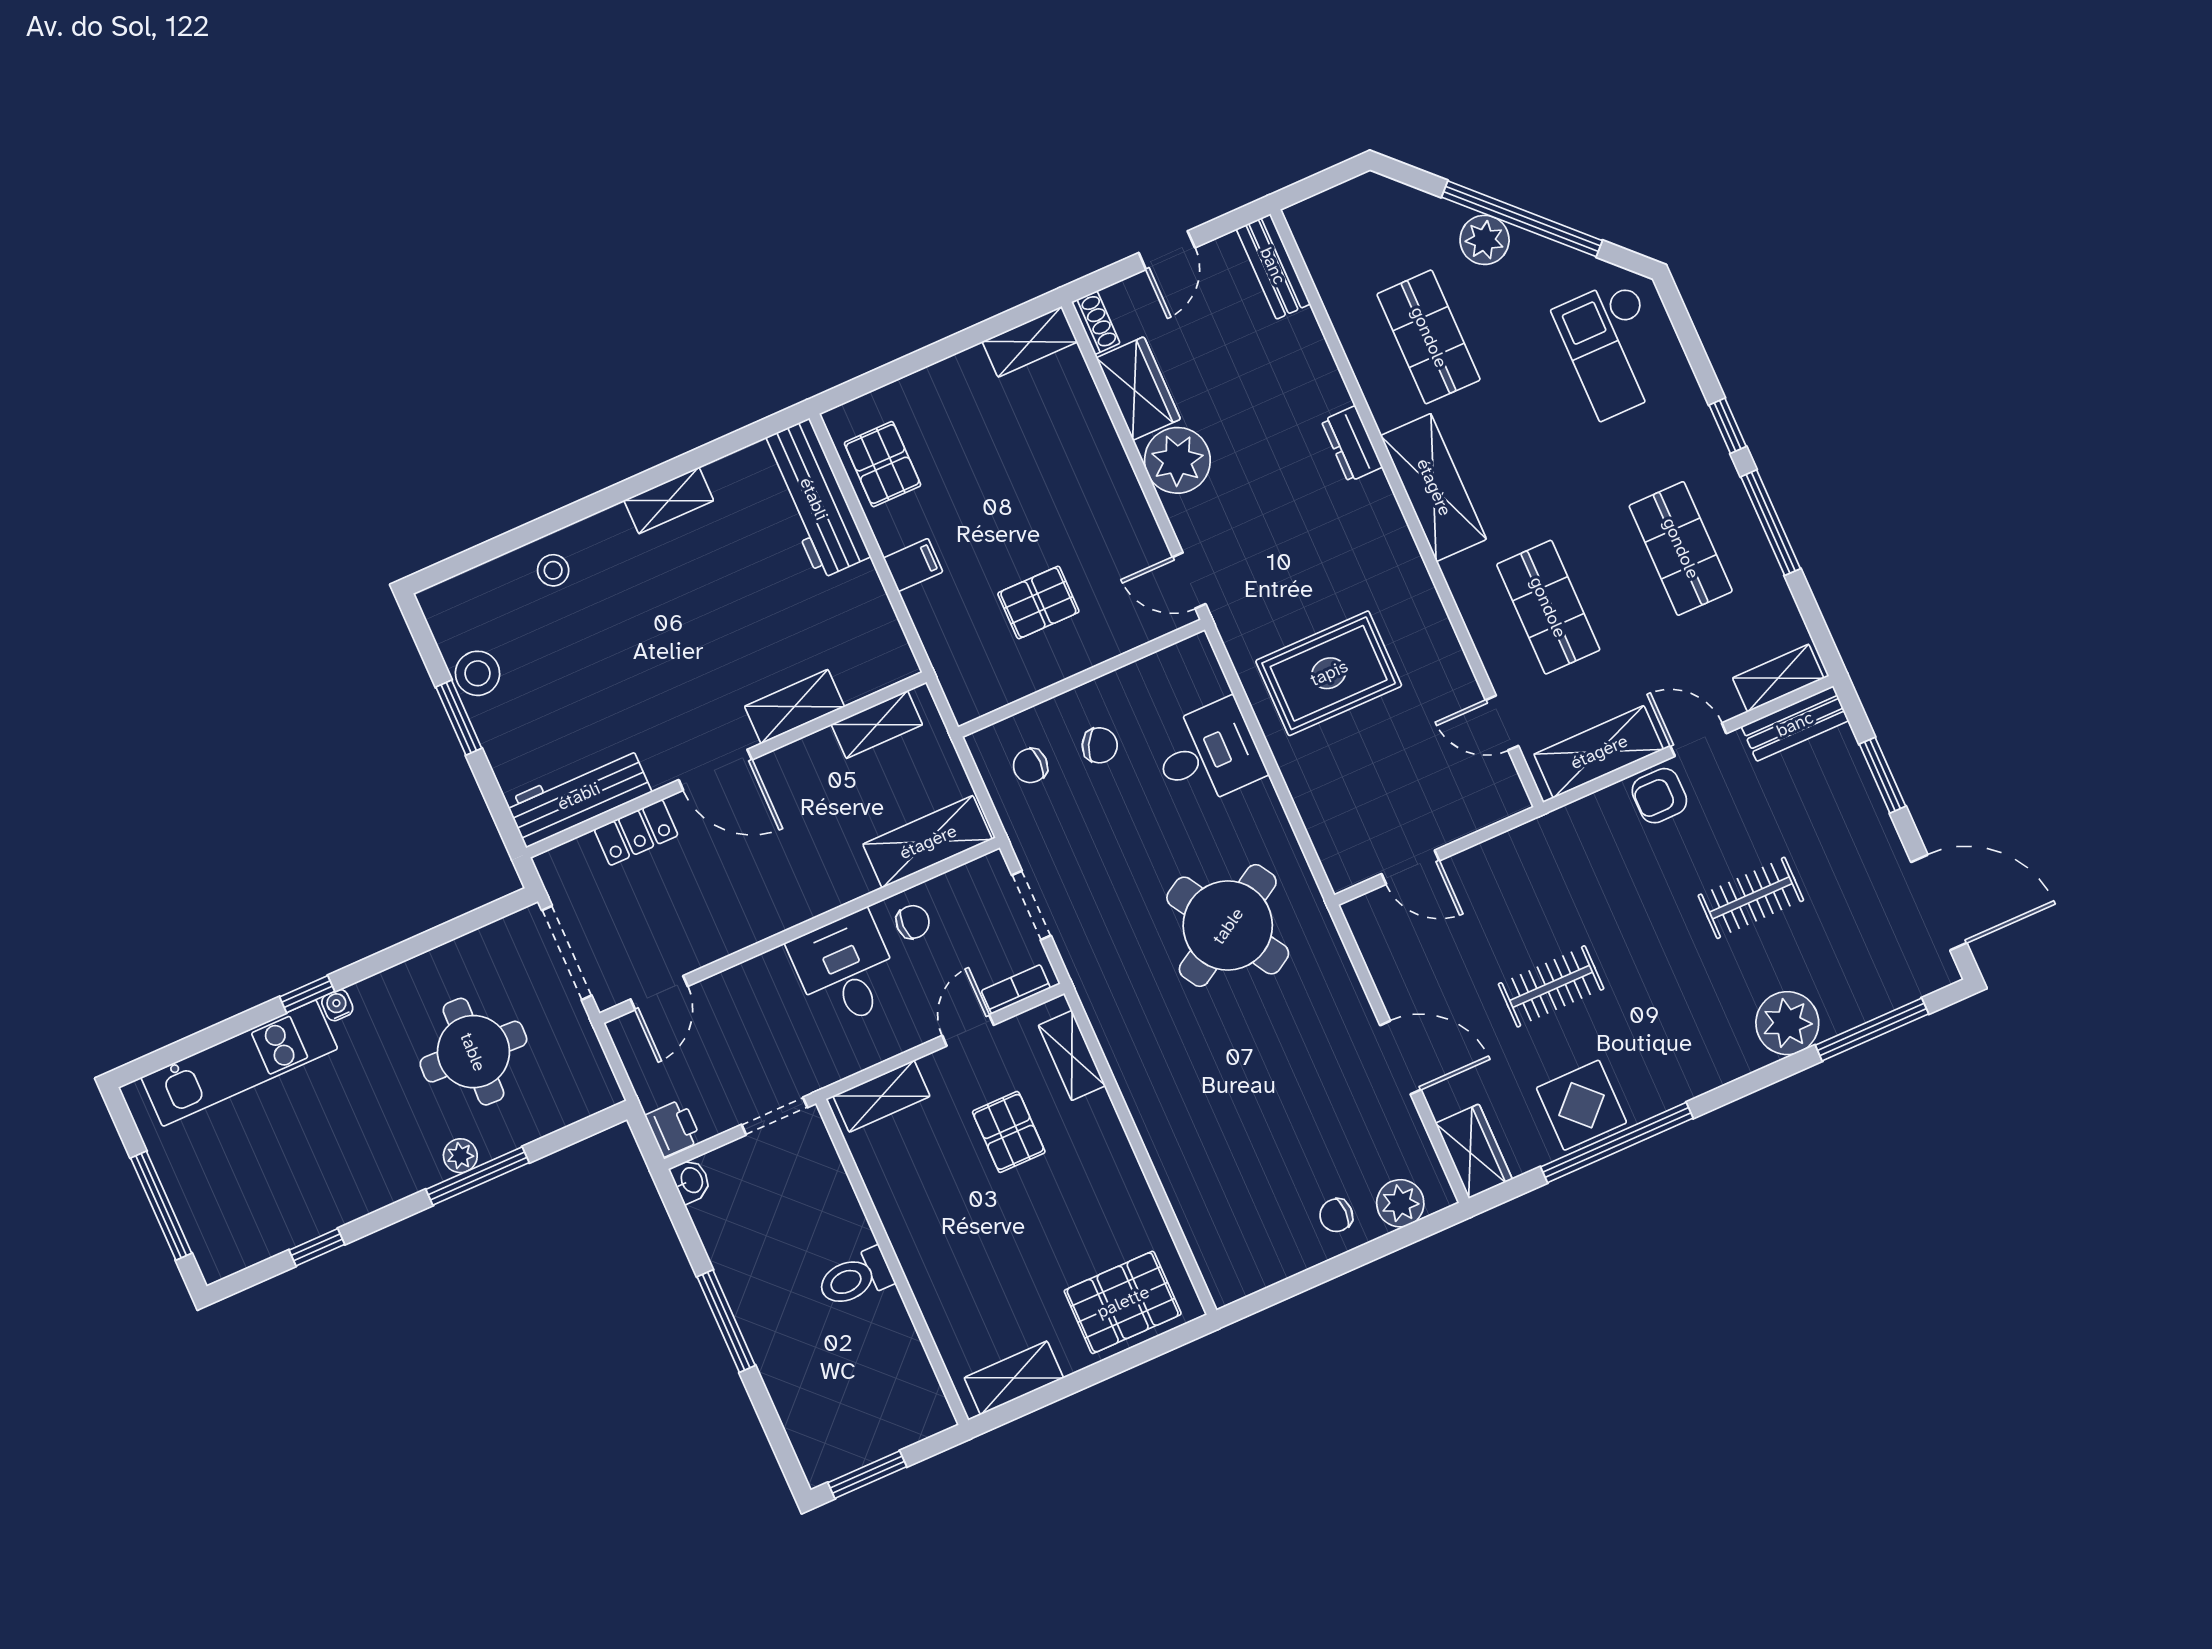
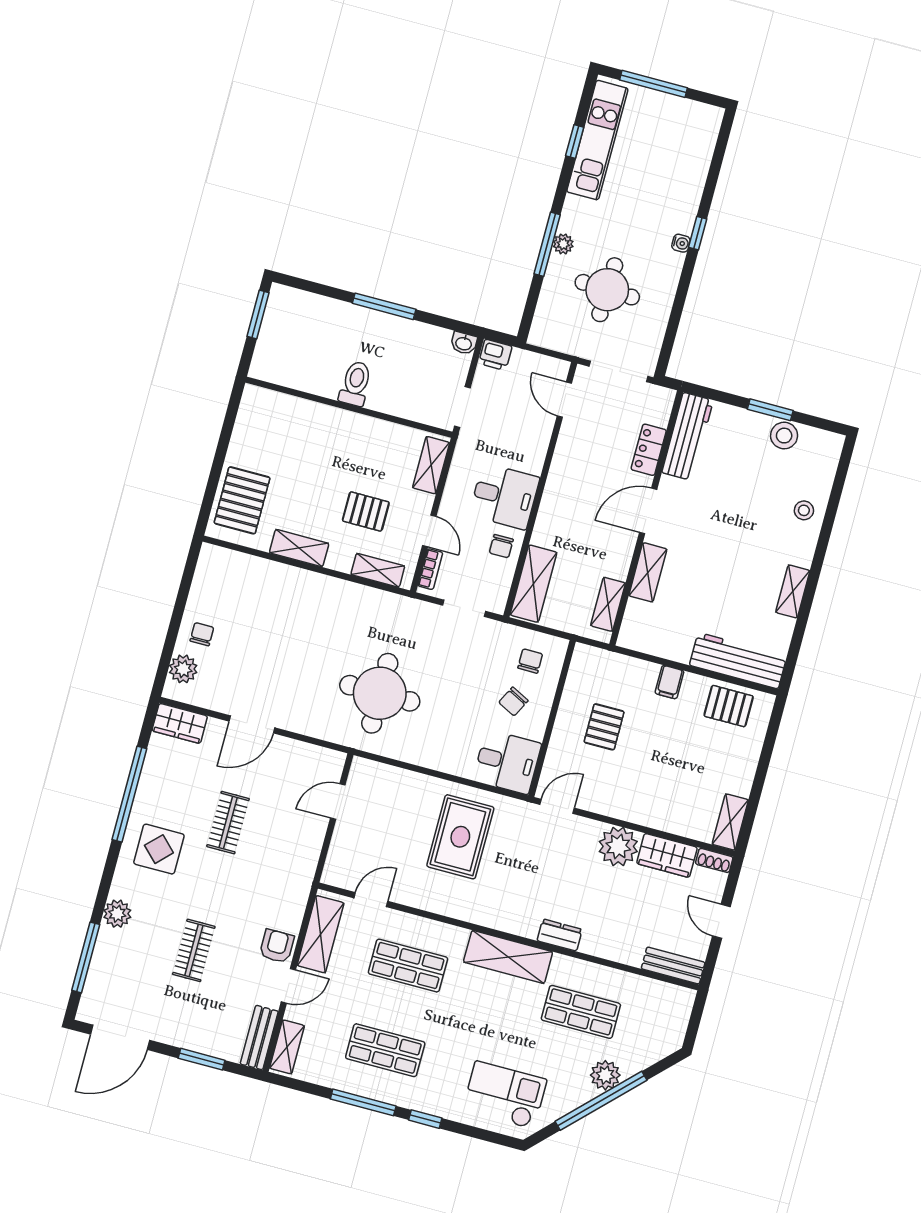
desk: (1208, 754) -> (507, 762), moved, turned -90
round table: (1228, 926) -> (380, 693), turned 31
plant: (1787, 1023) -> (117, 914), width x0.73, depth x0.73
kitchen unit: (239, 1063) -> (597, 140), moved, turned 180
display table: (1581, 1105) -> (159, 849), moved
shelving: (1014, 1378) -> (299, 548), moved, turned 90

